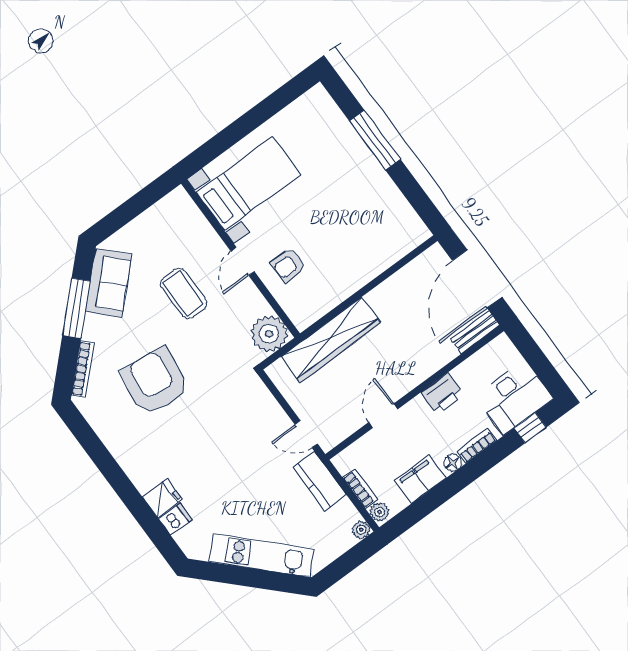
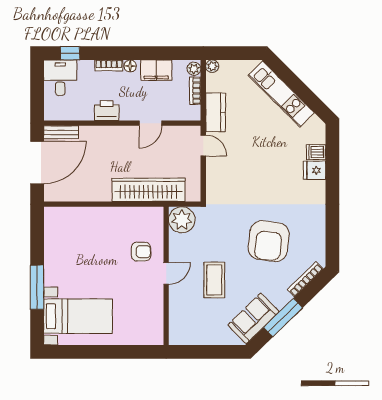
bed with nightstands: (248, 184) -> (78, 316), moved, turned 180
desk: (514, 397) -> (60, 78), width x0.73

